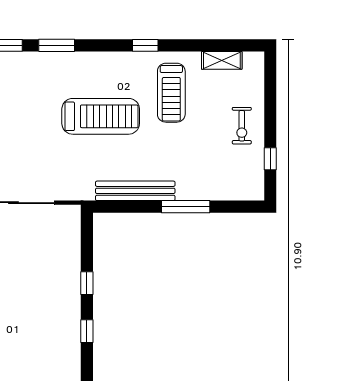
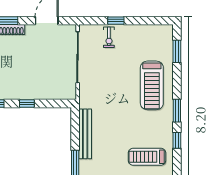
window: (57, 45) -> (177, 111), moved
treadmill: (101, 116) -> (152, 85), moved

